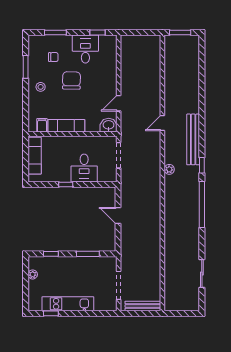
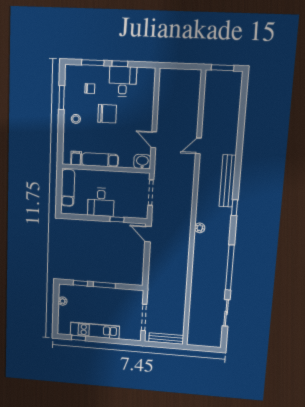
window: (98, 33) -> (120, 64), moved
chair: (71, 80) -> (107, 114), turned 89
door: (119, 103) -> (154, 140), hinge flipped
door: (162, 123) -> (198, 146), moved
desk: (84, 168) -> (101, 202), moved
plant: (169, 169) -> (200, 228), moved
window: (66, 185) -> (117, 219), moved
window: (202, 205) -> (230, 268), moved
door: (118, 216) -> (148, 234), moved
window: (88, 254) -> (104, 285), moved

